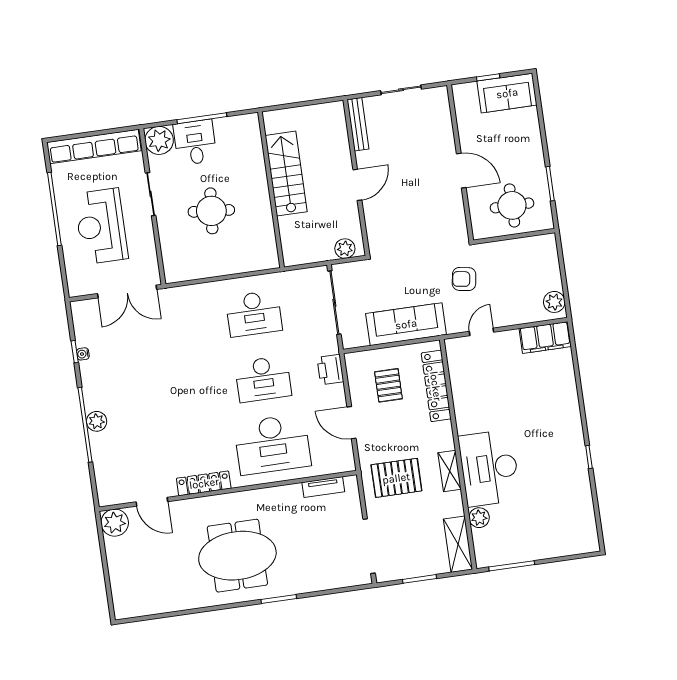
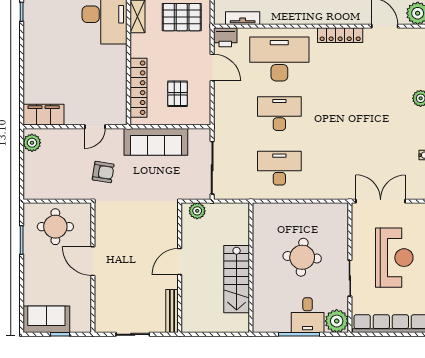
printer: (330, 370) -> (225, 37), moved, turned 90

